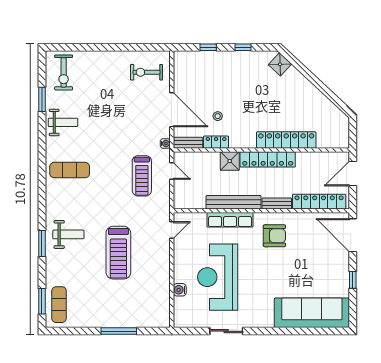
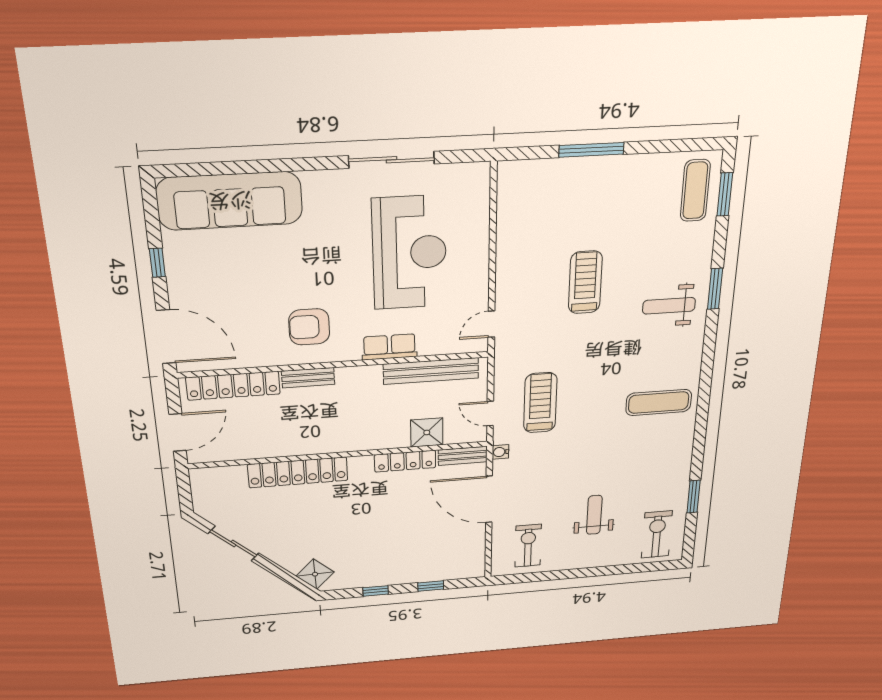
exercise bike: (146, 72) -> (528, 546), turned -90
sliding door: (328, 93) -> (233, 543), added
stool: (218, 116) -> (414, 497), removed
weight bench: (63, 122) -> (594, 515), moved, turned 90
locker: (216, 142) -> (405, 461), width x1.53
locker: (268, 159) -> (328, 442), removed
shower: (230, 161) -> (427, 432), moved
bench: (234, 202) -> (431, 371), moved
row of seats: (230, 220) -> (389, 347), width x0.68
treadmill: (118, 253) -> (585, 282), width x0.73, depth x0.73
water cooler: (180, 290) -> (478, 228), removed
sliding door: (226, 331) -> (391, 160), width x1.37

